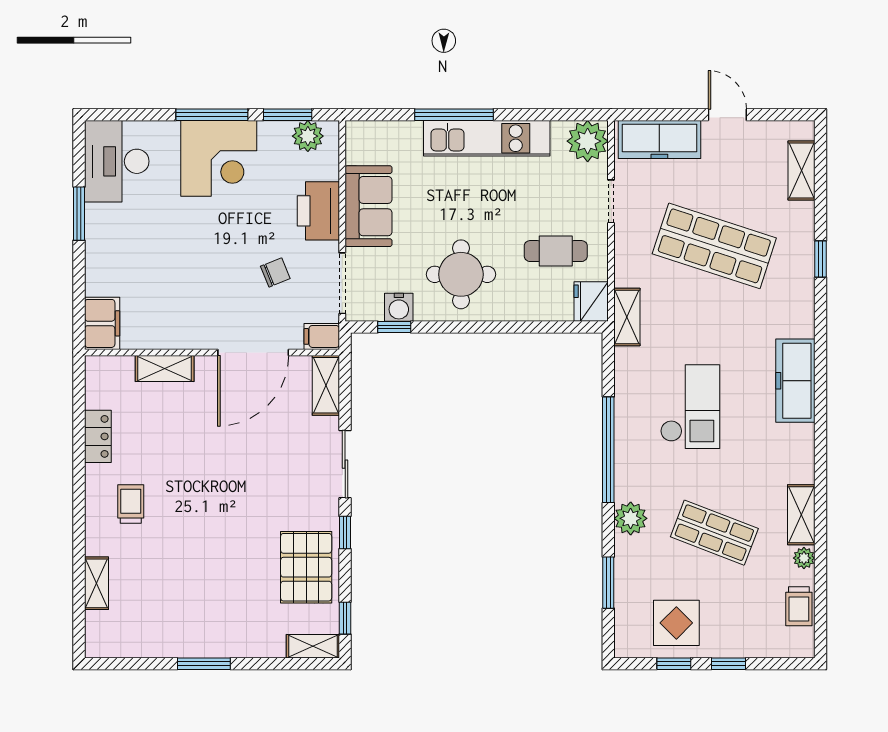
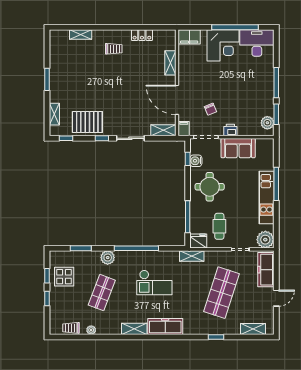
corner desk: (219, 158) -> (223, 45), moved, turned -90
printer: (318, 211) -> (230, 130), width x0.53, depth x0.68
window: (79, 214) -> (235, 27), width x2.11
window: (533, 327) -> (188, 217), added
shelving: (801, 515) -> (134, 329), moved
shelving: (313, 646) -> (54, 114), moved

